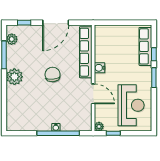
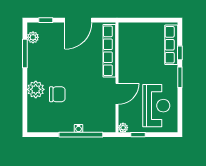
water cooler: (100, 68) -> (124, 67), removed
chair: (53, 75) -> (57, 94), moved, turned 95
plant: (14, 77) -> (36, 89), moved
door: (93, 94) -> (117, 94), hinge flipped

